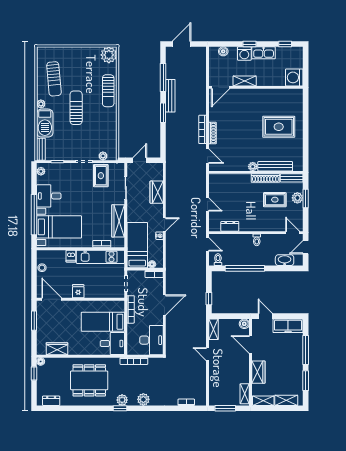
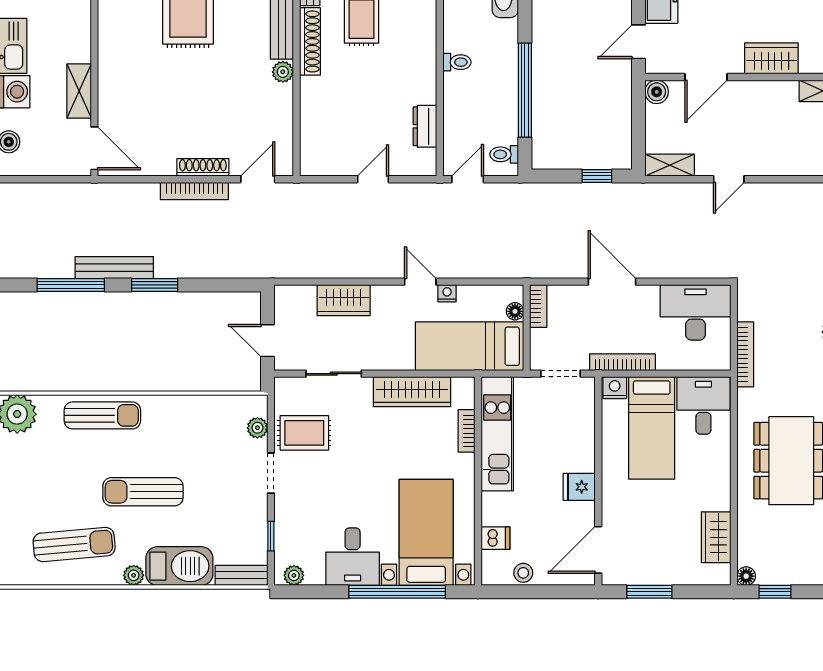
dishwasher: (71, 256) -> (496, 538), moved
nightstand: (120, 306) -> (615, 388), added

